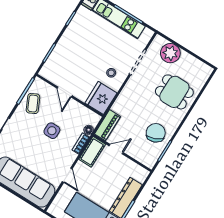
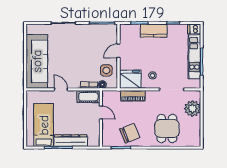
kitchen counter: (66, 43) -> (154, 31), added
coffee table: (33, 103) -> (97, 34), removed
piano: (108, 125) -> (133, 96), moved
side table: (52, 131) -> (106, 70), moved
door: (67, 175) -> (61, 89), swing flipped

